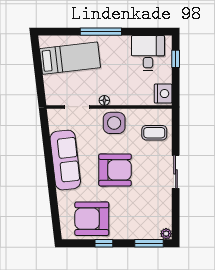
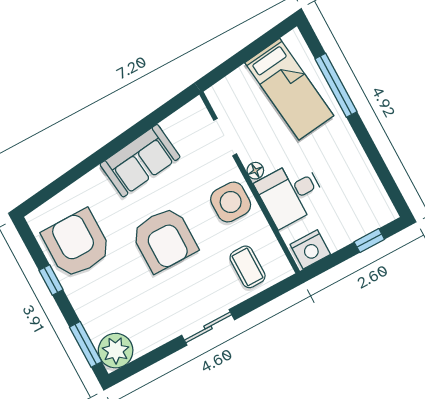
window: (101, 32) -> (336, 85), moved
desk: (148, 53) -> (291, 193), moved, turned 180
sofa: (65, 160) -> (140, 161), width x0.73
plant: (166, 234) -> (116, 351), width x1.88, depth x1.88

